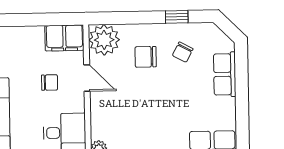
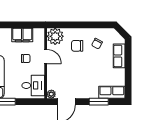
window: (177, 17) -> (94, 25), removed
filing cabinet: (64, 38) -> (22, 35), moved

